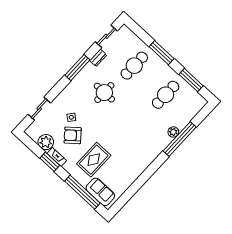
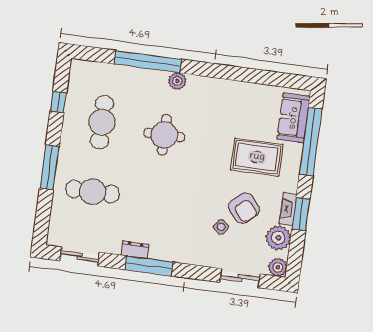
dresser: (98, 58) -> (135, 250), moved
window: (191, 80) -> (58, 102), width x0.46
round table: (104, 93) -> (164, 135), moved
cafe table: (166, 95) -> (102, 122), turned 90
plant: (31, 131) -> (278, 267), added
plant: (173, 132) -> (177, 81), moved

